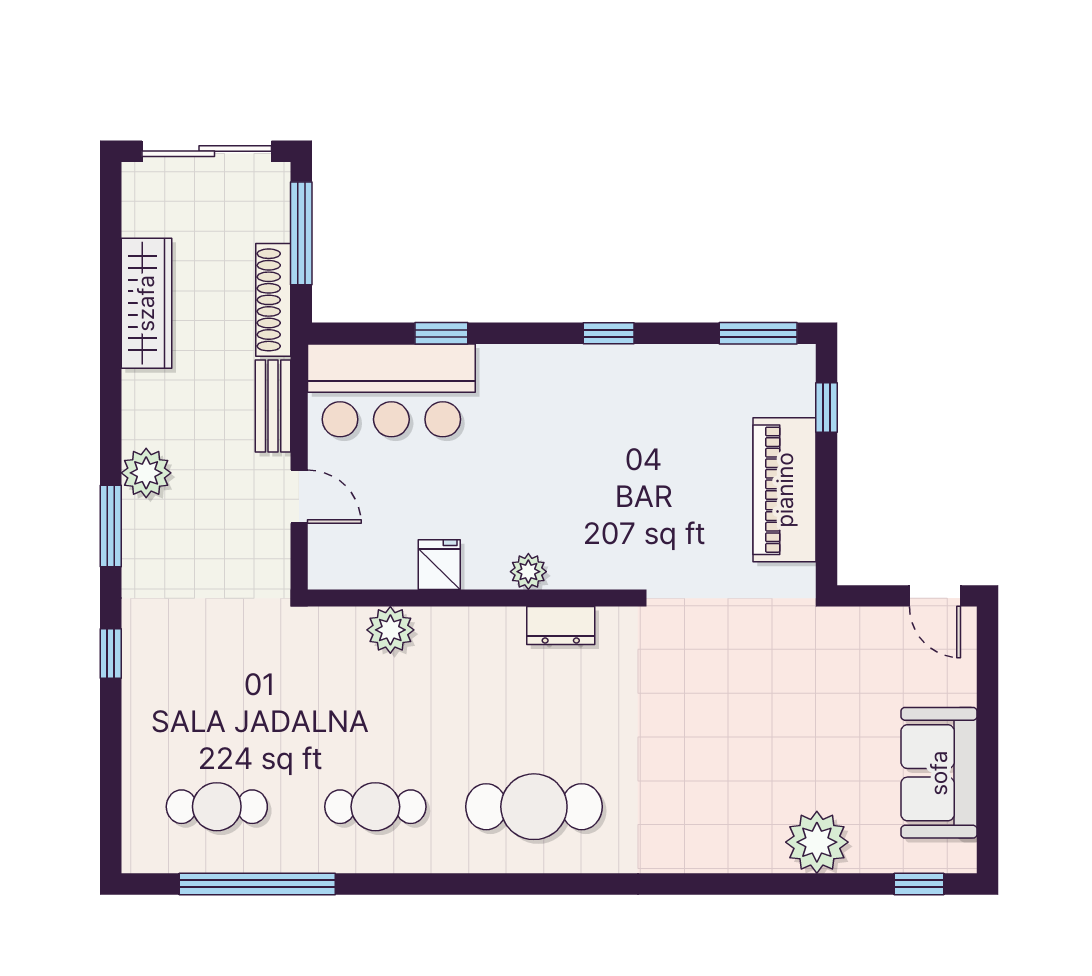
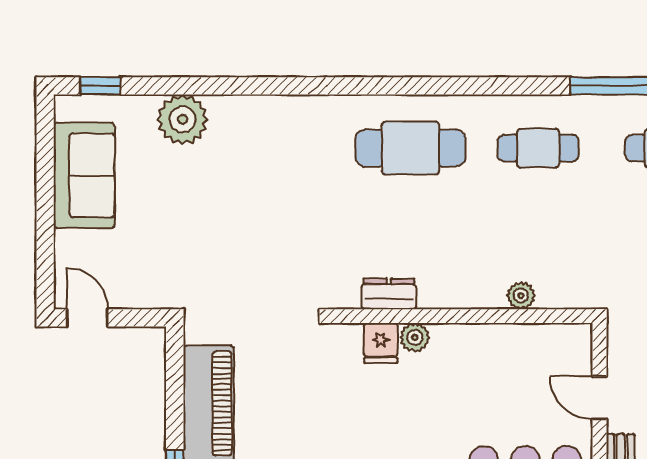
fridge: (439, 565) -> (381, 343), moved
plant: (390, 630) -> (521, 296), width x0.73, depth x0.73

